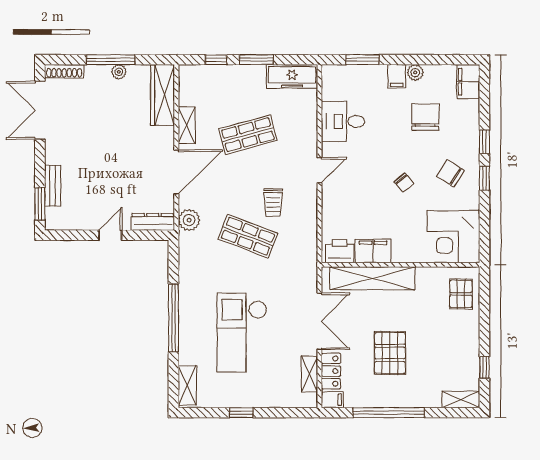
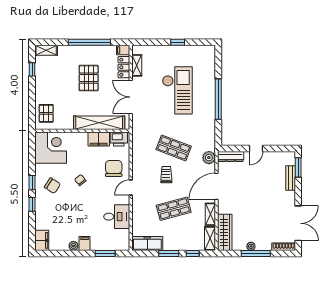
chair: (425, 117) -> (114, 168), moved, turned 180
trolley: (273, 203) -> (166, 175), moved
shelving: (187, 385) -> (210, 238), moved

